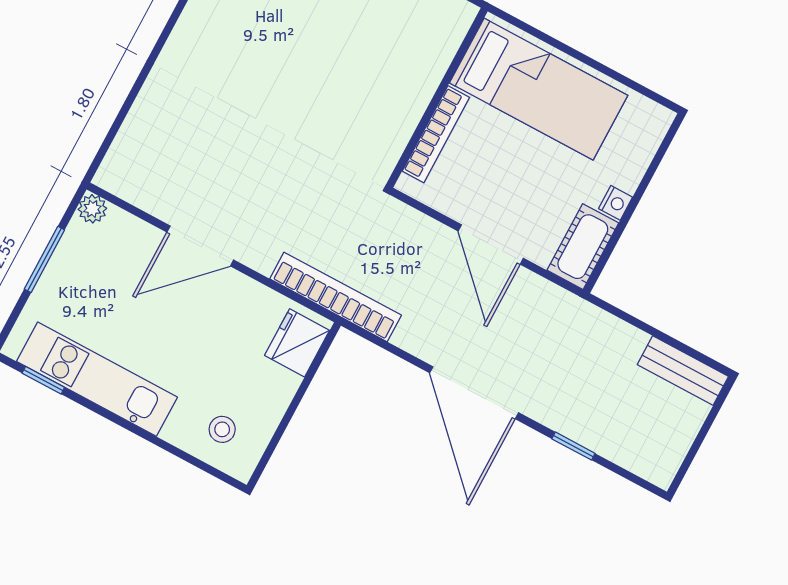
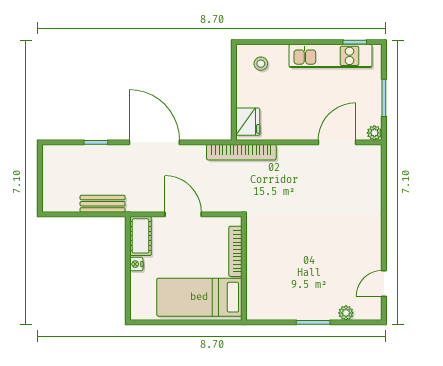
door: (200, 246) -> (337, 142), moved
bench: (683, 371) -> (103, 204), moved

